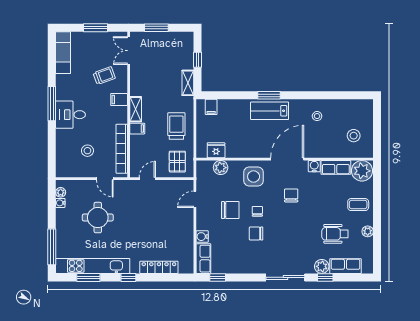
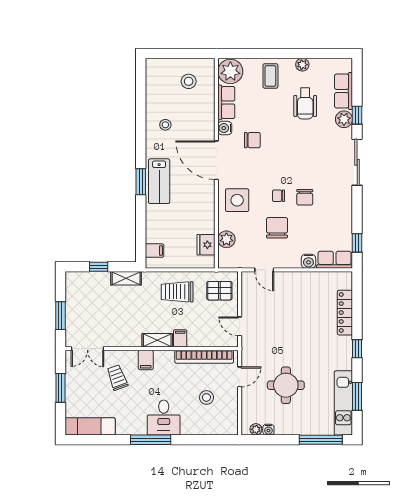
chair: (291, 195) -> (252, 140), moved, turned 180
kitchen unit: (93, 266) -> (343, 403), width x0.73

